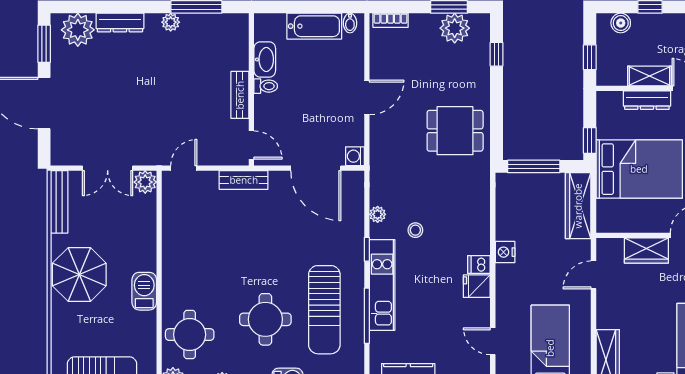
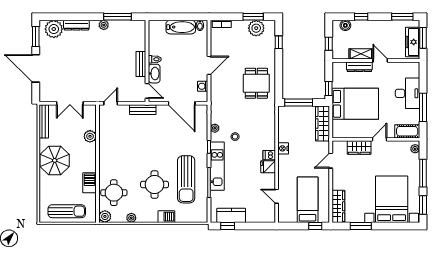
washbasin: (265, 59) -> (154, 74), moved
dining table: (455, 131) -> (256, 83), turned 90
washing machine: (355, 156) -> (203, 86), moved
plant: (145, 182) -> (90, 136), moved
barbecue: (144, 291) -> (89, 183), moved

